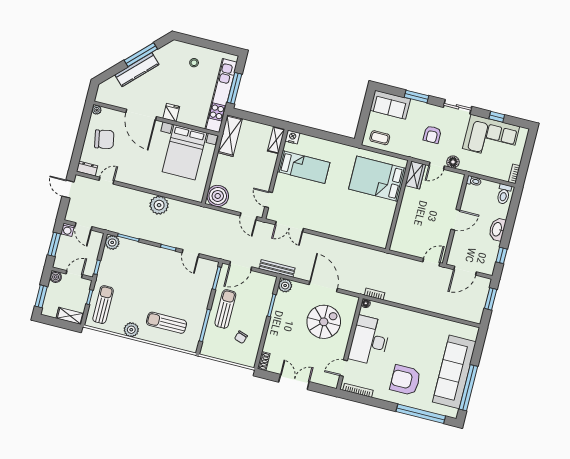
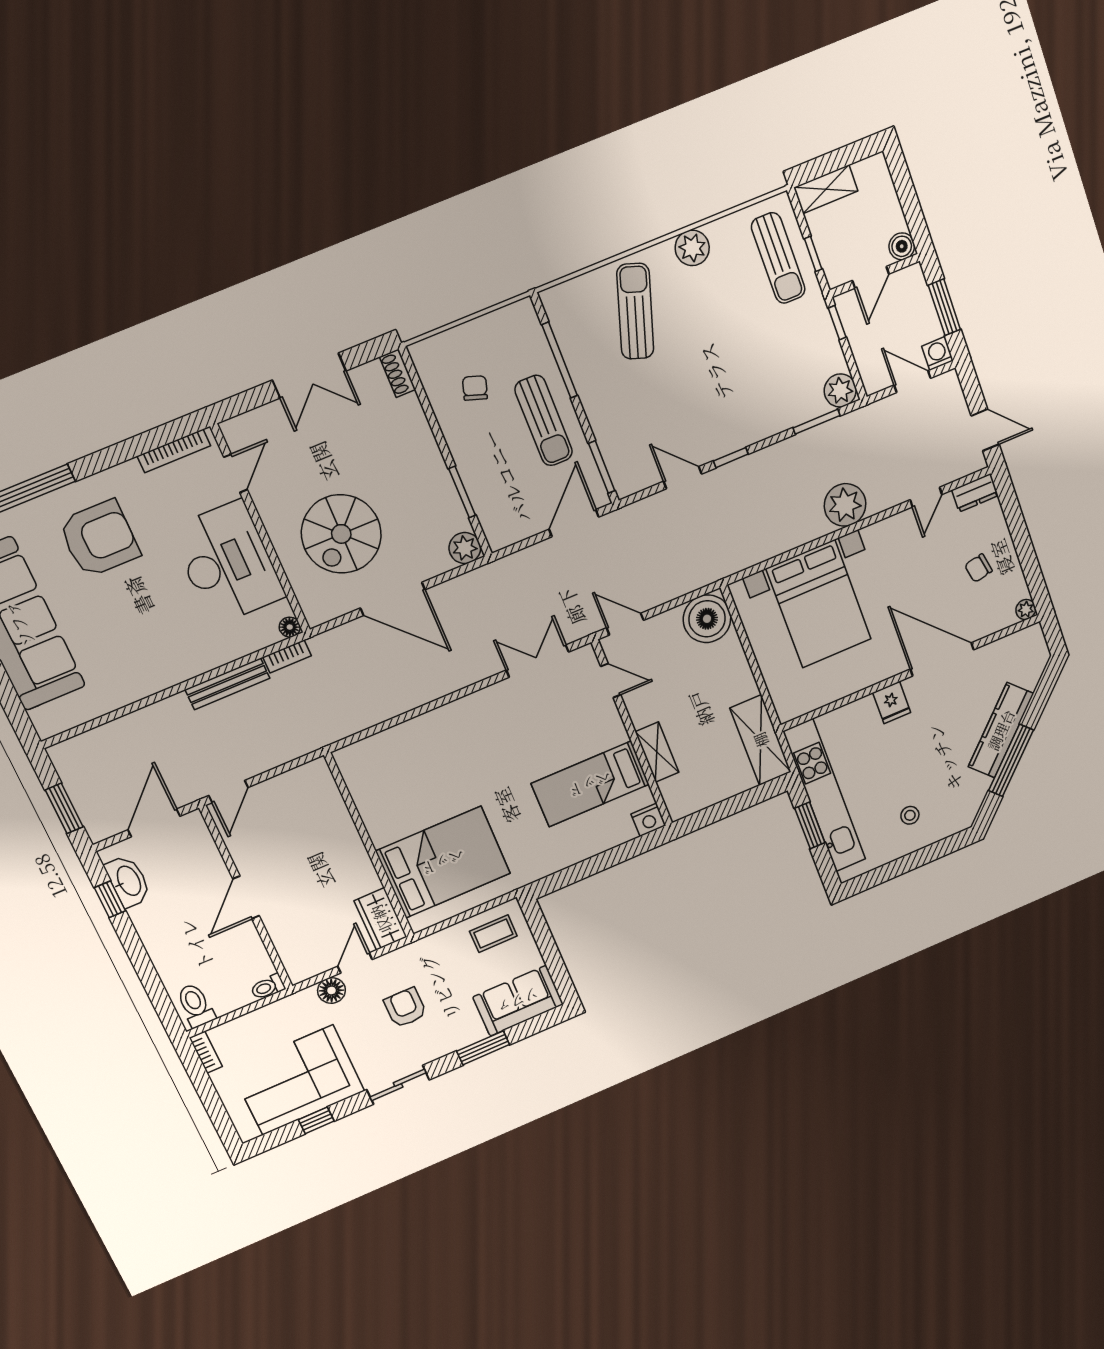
window: (234, 88) -> (810, 825), width x0.69
chair: (104, 139) -> (978, 568), width x0.54, depth x0.54
shelving: (276, 140) -> (657, 752), moved
bed with nightstands: (185, 152) -> (819, 604), moved, turned 180
plant: (159, 205) -> (845, 505), moved
washbasin: (497, 229) -> (128, 881), moved
bench: (277, 268) -> (228, 684), moved
window: (41, 296) -> (905, 188), removed
sun lounger: (166, 323) -> (635, 311), turned -72

